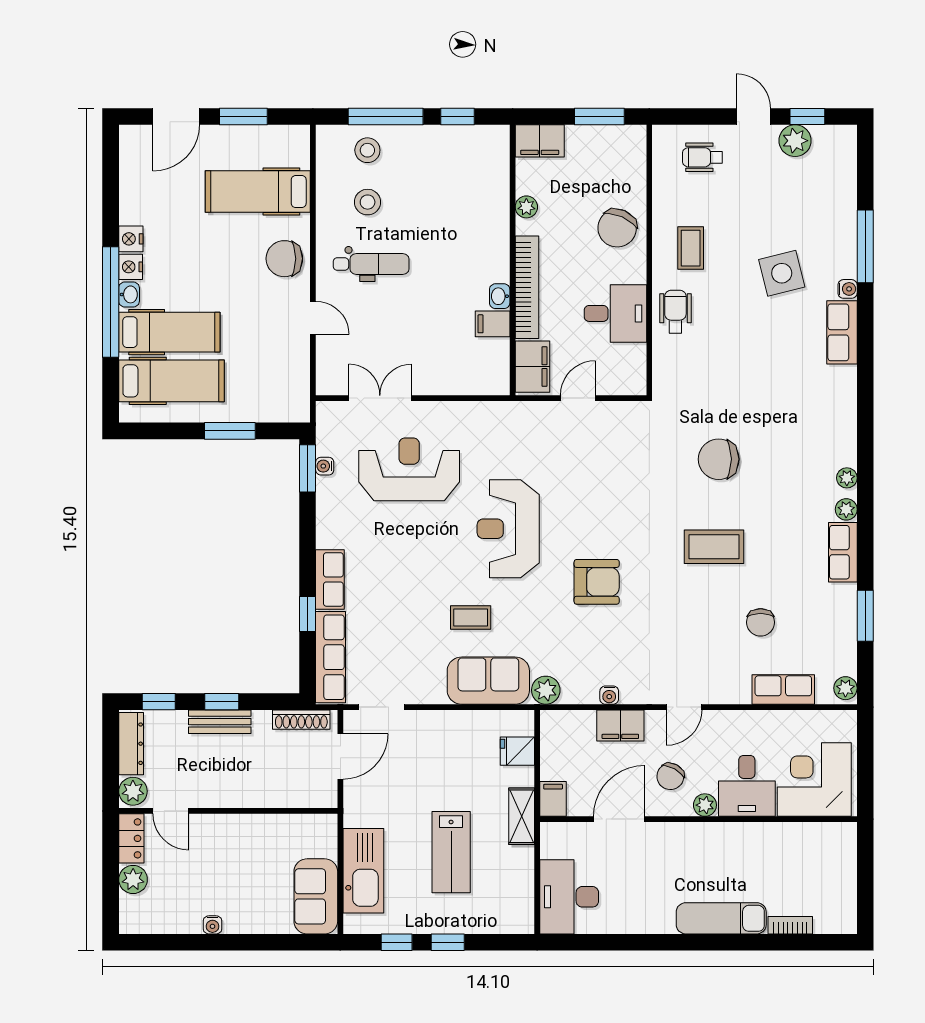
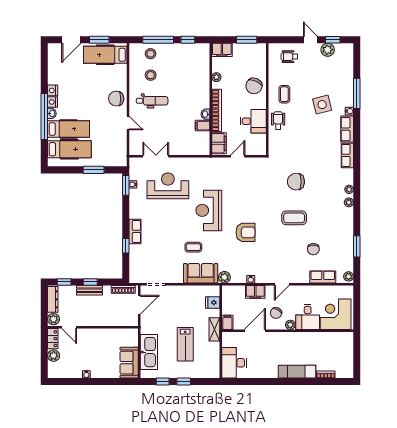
hospital bed: (258, 192) -> (105, 55), moved
row of seats: (843, 552) -> (347, 155), moved
row of seats: (330, 657) -> (135, 264), removed

